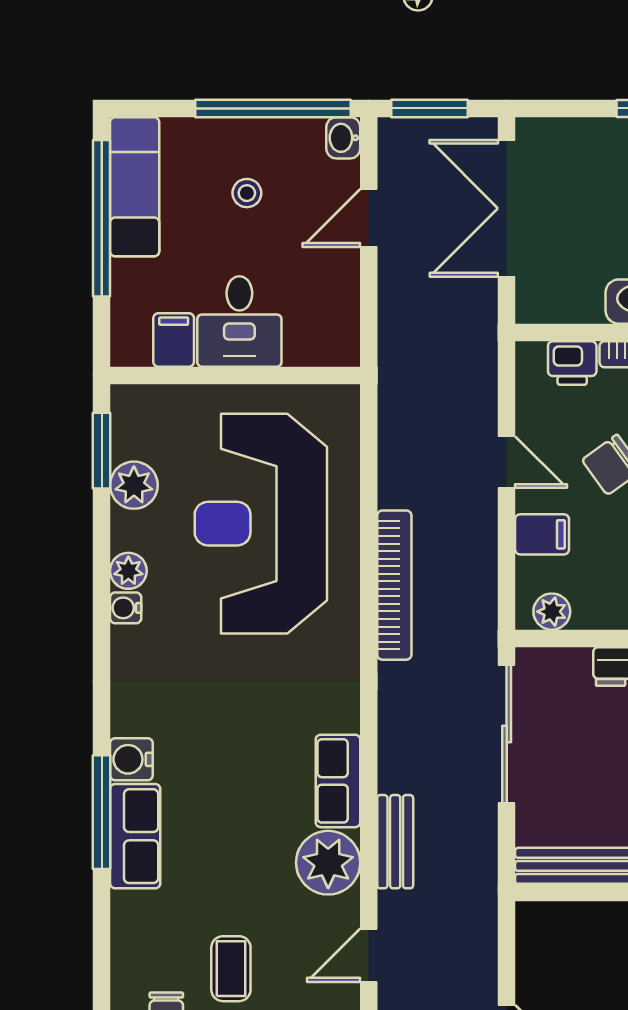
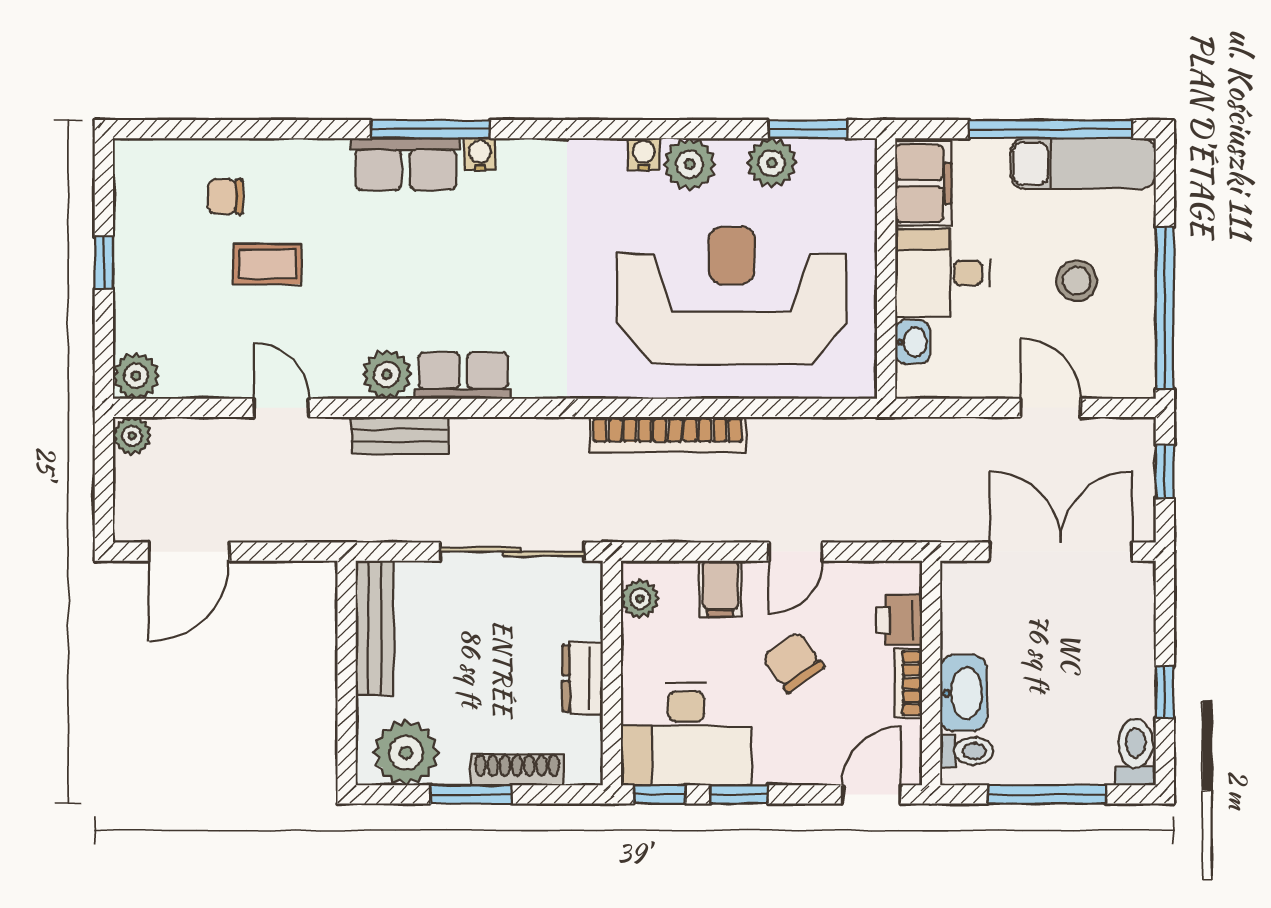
window: (429, 108) -> (1165, 471), width x0.67
washbasin: (343, 138) -> (913, 342), moved, turned 90
stool: (247, 193) -> (1077, 281), width x1.37, depth x1.37
filing cabinet: (174, 340) -> (923, 183), width x2.00
plant: (128, 571) -> (690, 164), width x1.38, depth x1.38
water cooler: (131, 759) -> (480, 154), width x0.72, depth x0.72
plant: (328, 863) -> (387, 374), width x0.73, depth x0.73

